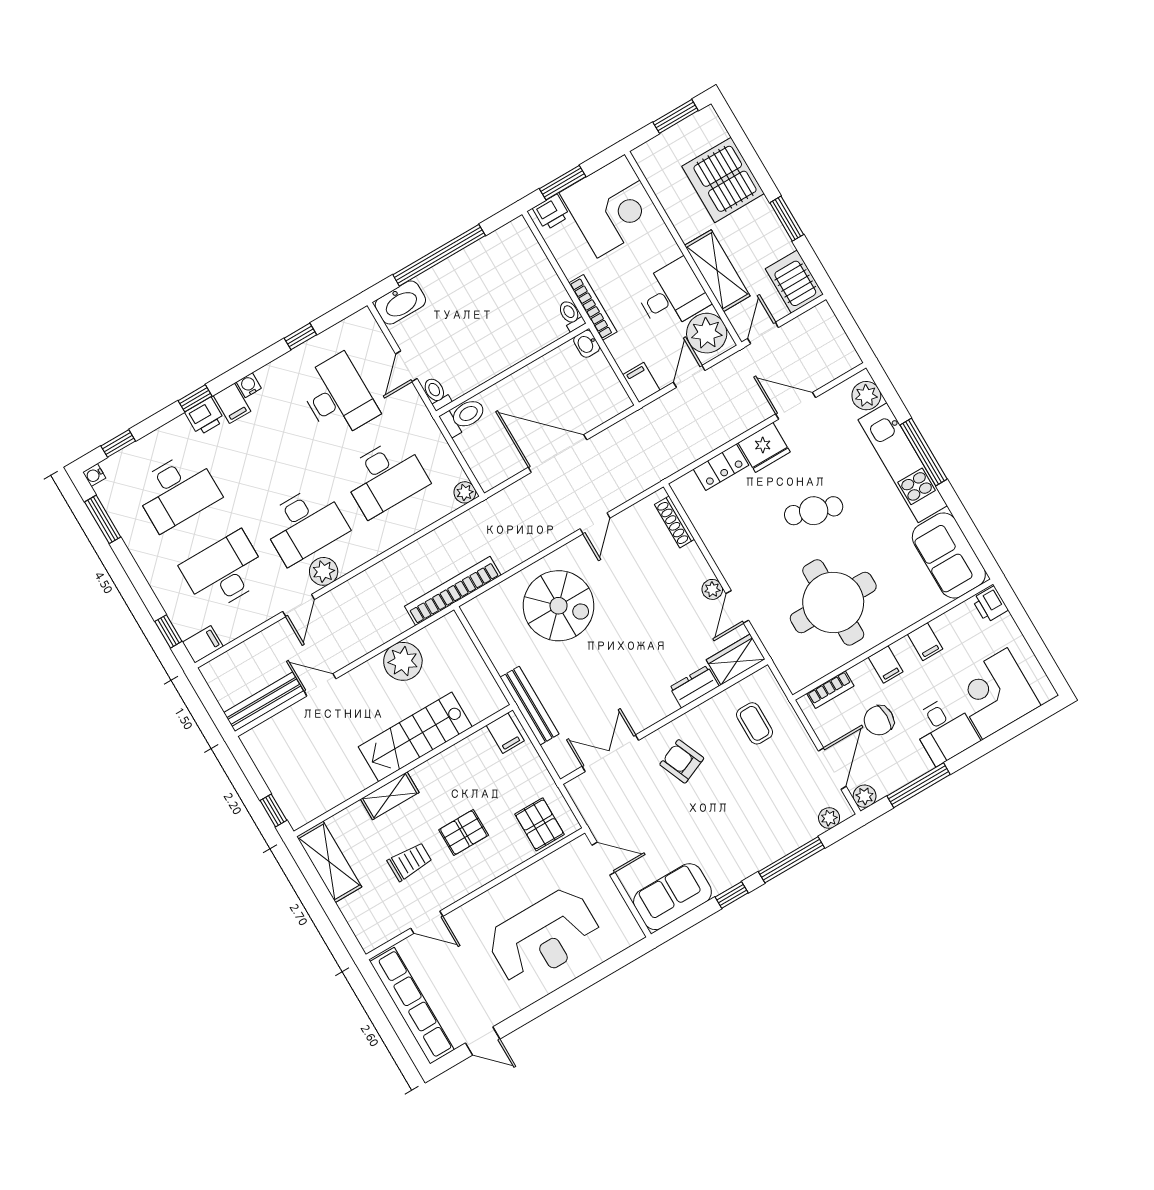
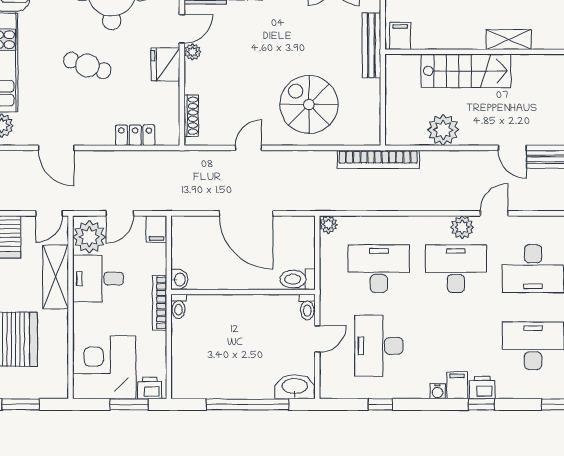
fridge: (764, 447) -> (165, 64), moved, turned -90

